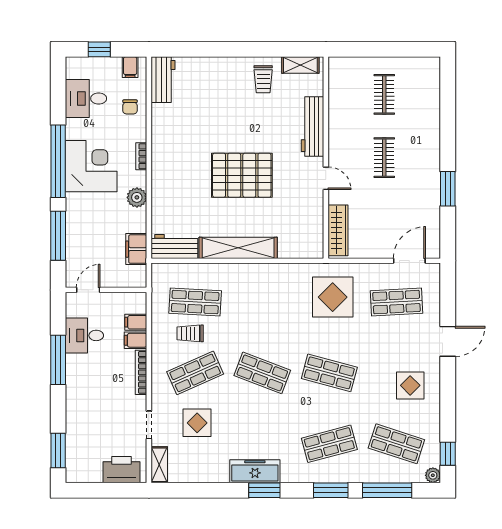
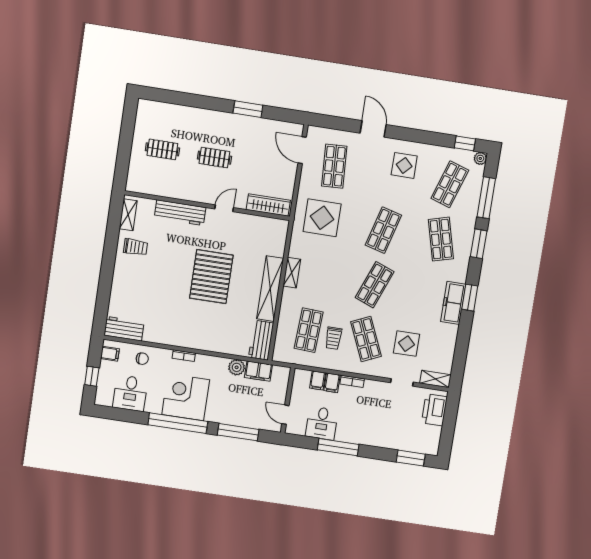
plant: (137, 197) -> (237, 367), moved
shelving: (261, 271) -> (292, 273), added
bookcase: (141, 372) -> (352, 381), width x0.64

